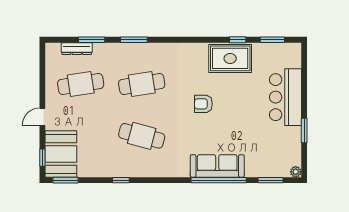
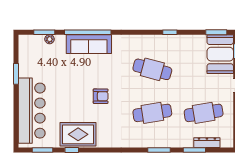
bar counter: (285, 97) -> (32, 111), width x1.36
plant: (296, 172) -> (50, 39), moved

